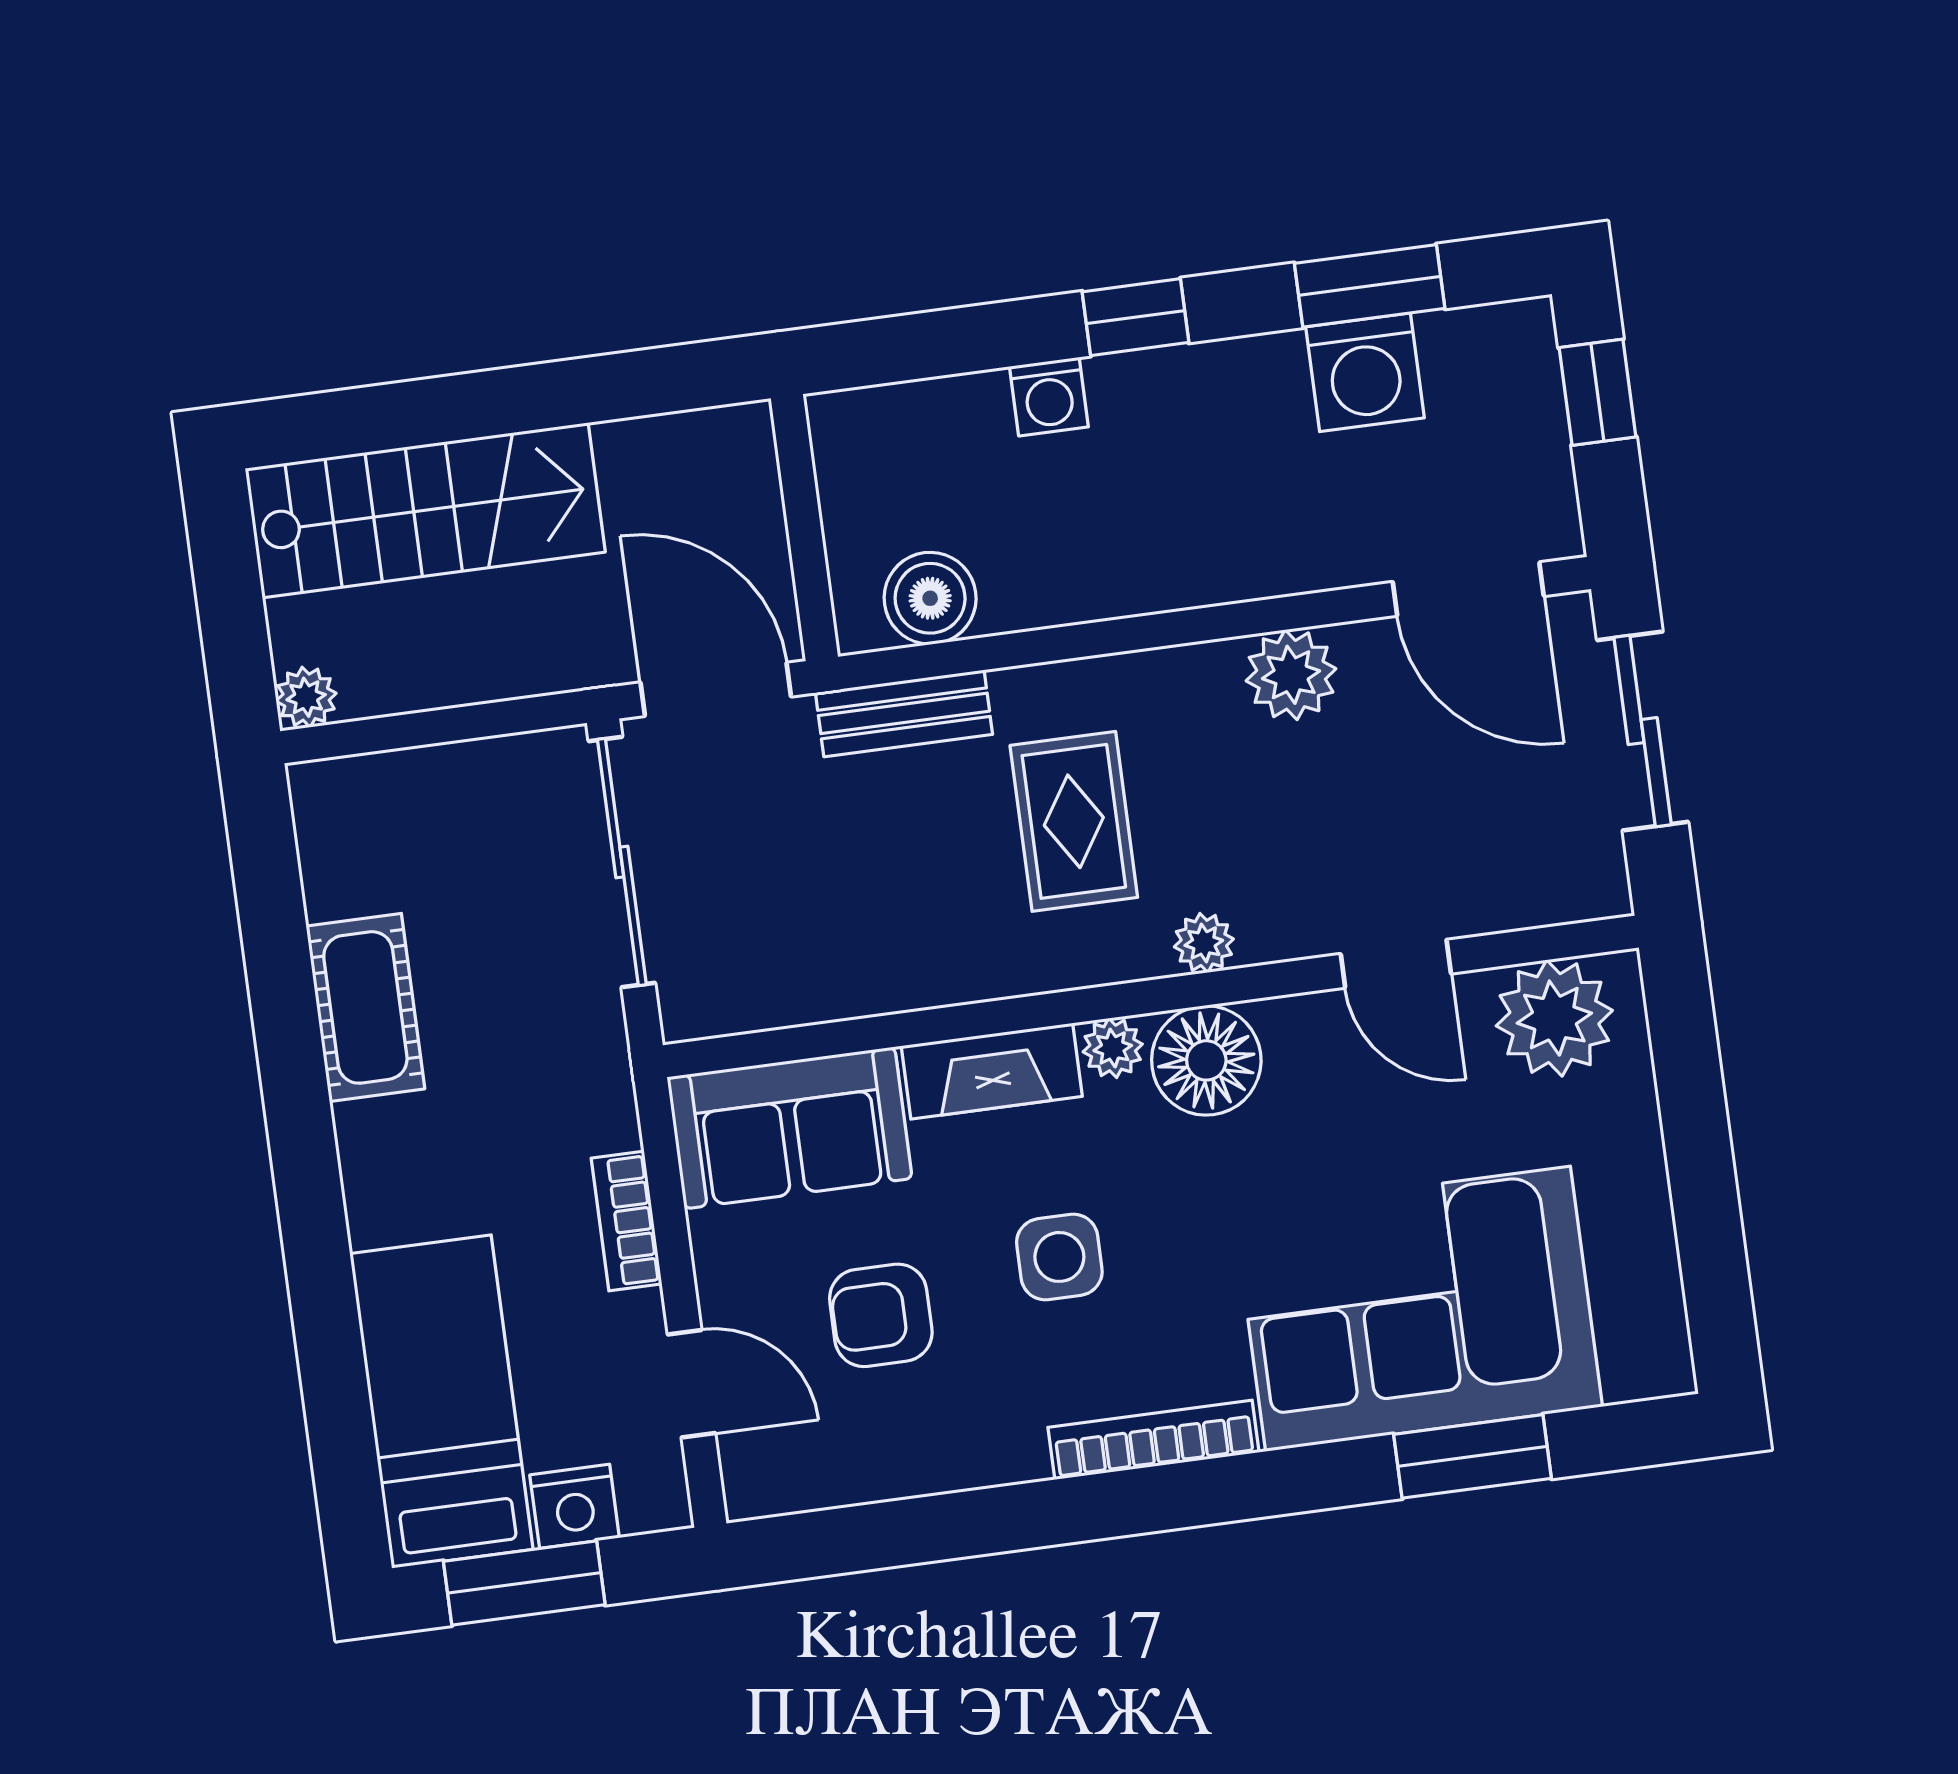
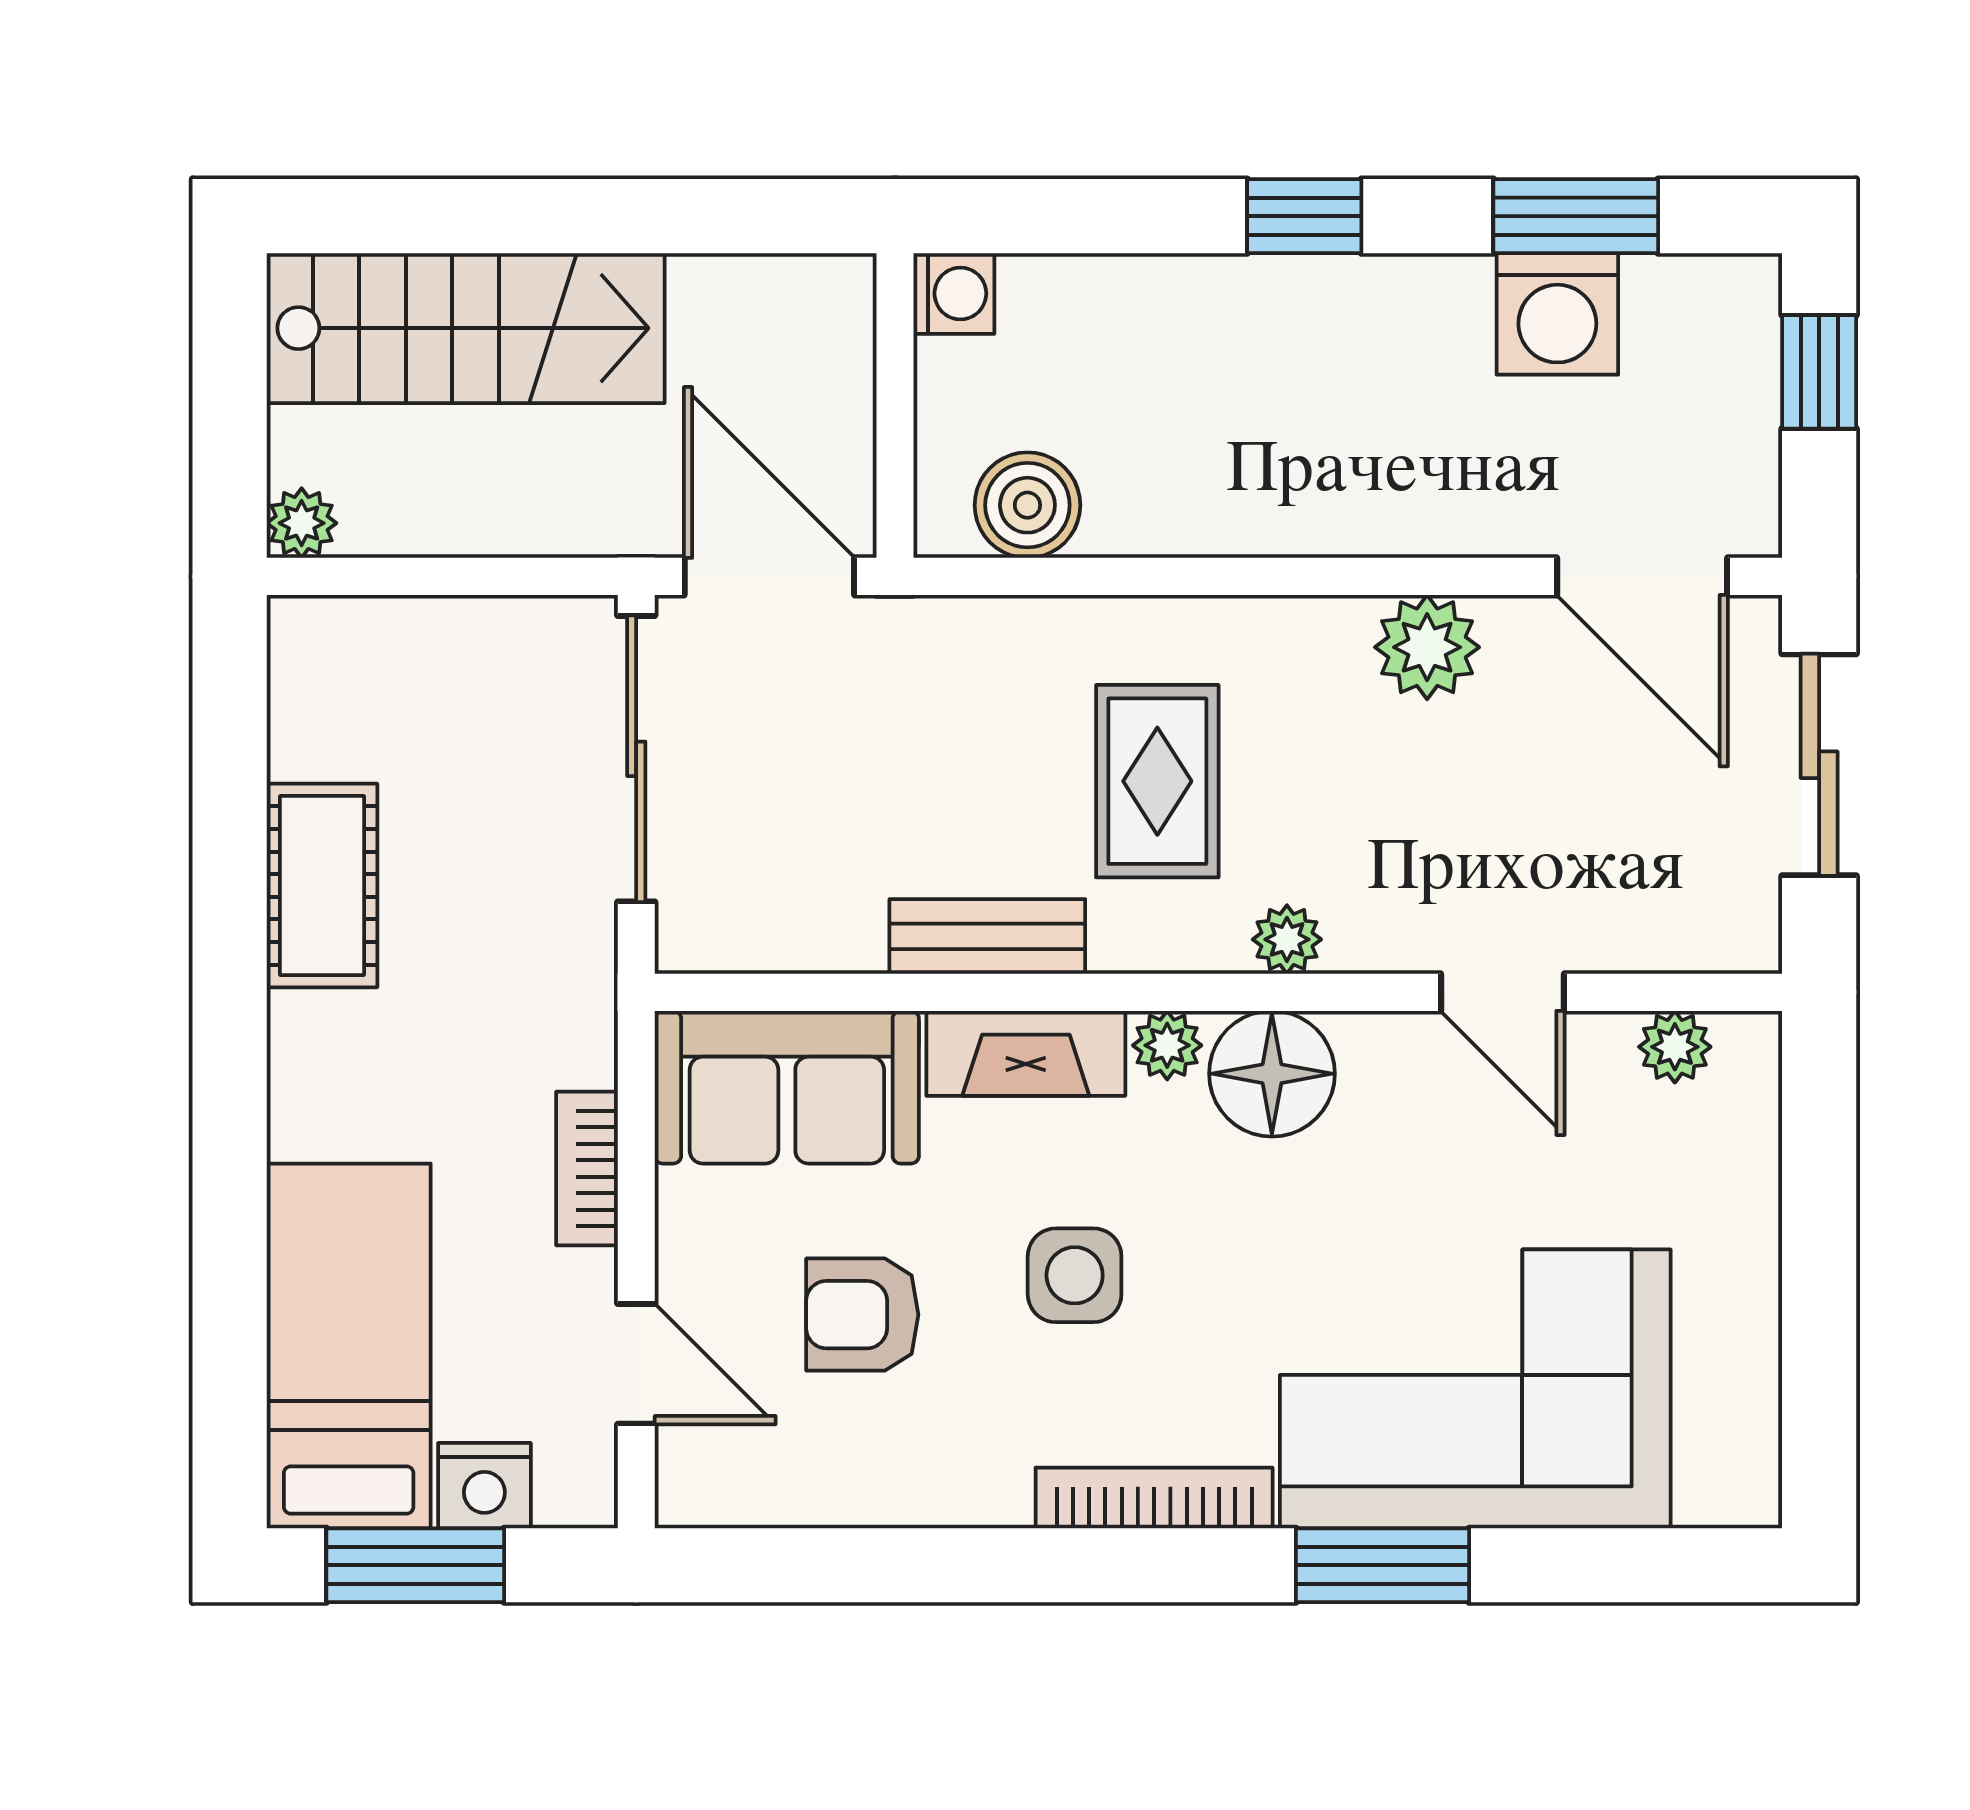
washing machine: (1049, 397) -> (954, 293), moved, turned -90
bench: (904, 713) -> (987, 936), moved
plant: (1554, 1018) -> (1675, 1047), width x0.53, depth x0.53
window: (1473, 1456) -> (1383, 1565), moved

